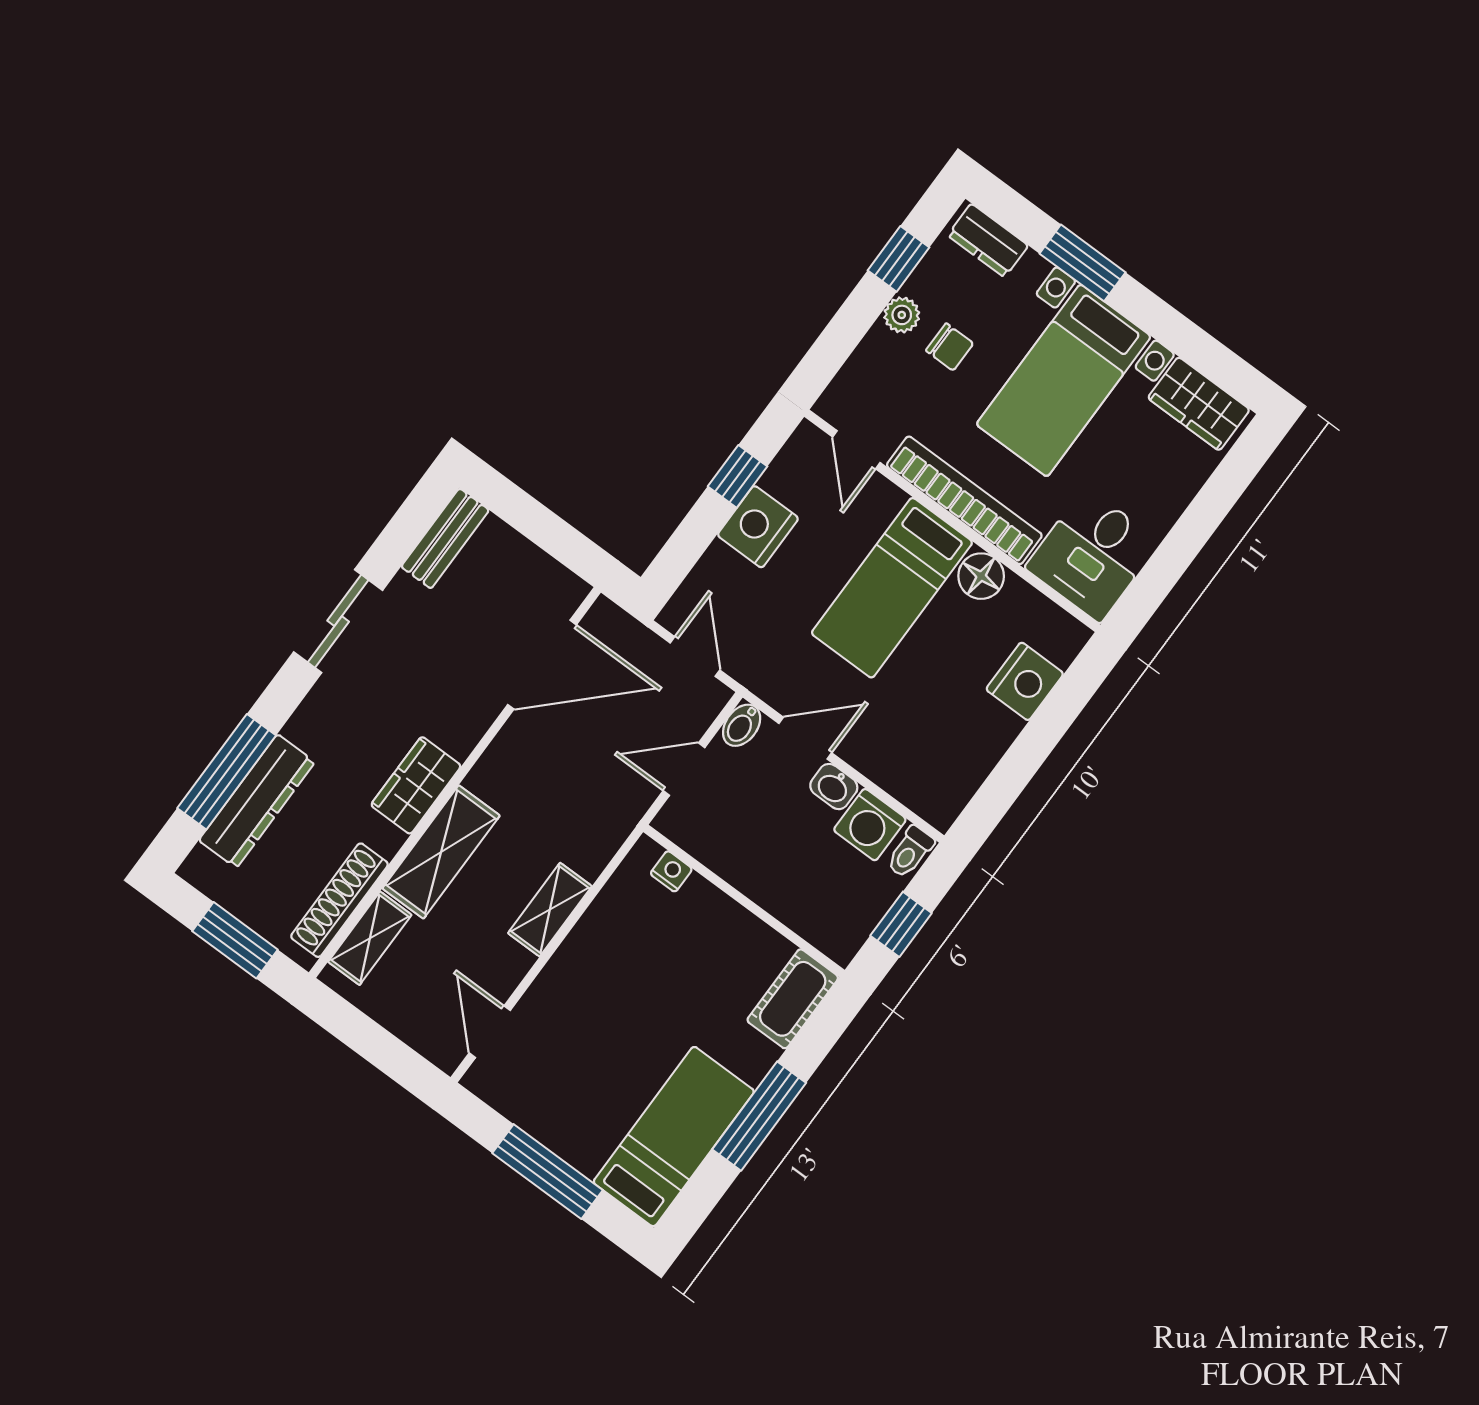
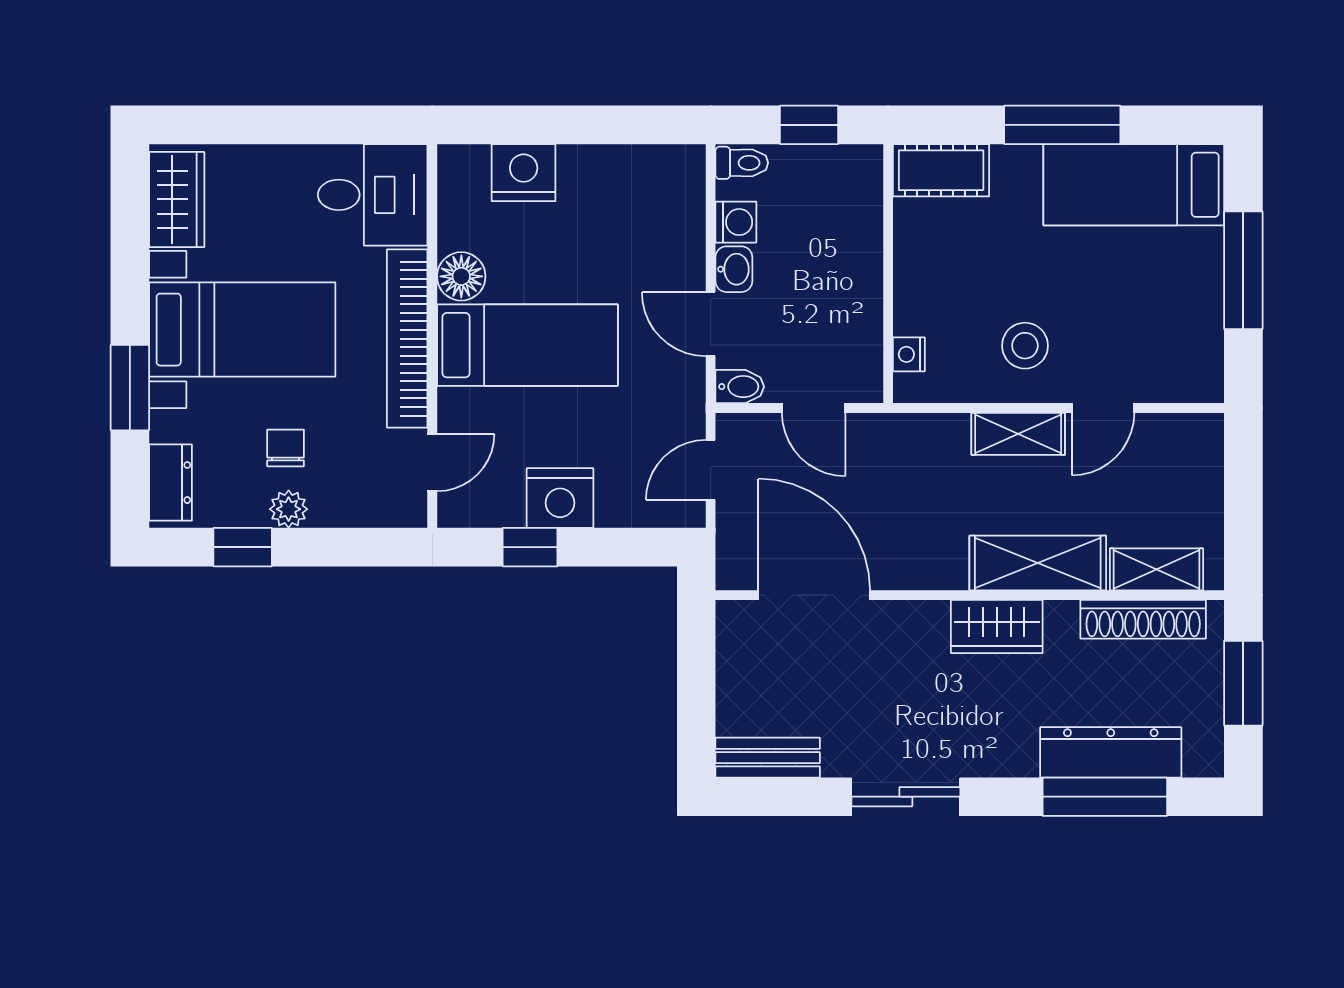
washing machine: (870, 825) -> (736, 222), width x0.73, depth x0.73
stool: (613, 964) -> (1025, 346), added
door: (490, 1032) -> (1103, 408), moved

